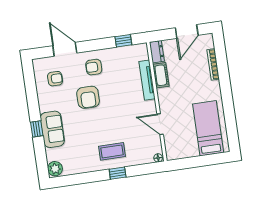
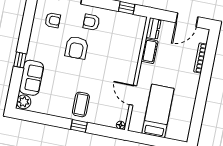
tv unit: (147, 80) -> (135, 51), removed
bed: (208, 128) -> (158, 111), moved
sofa: (52, 129) -> (31, 78), moved
coffee table: (112, 151) -> (81, 104), turned 90

